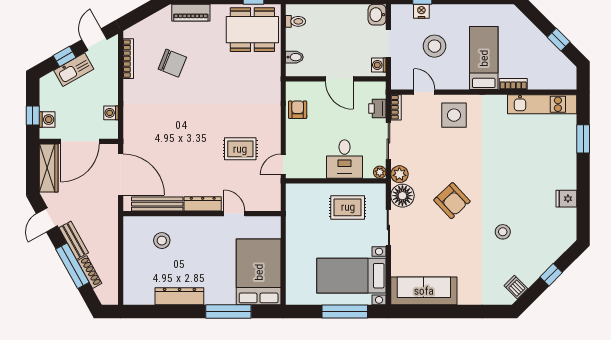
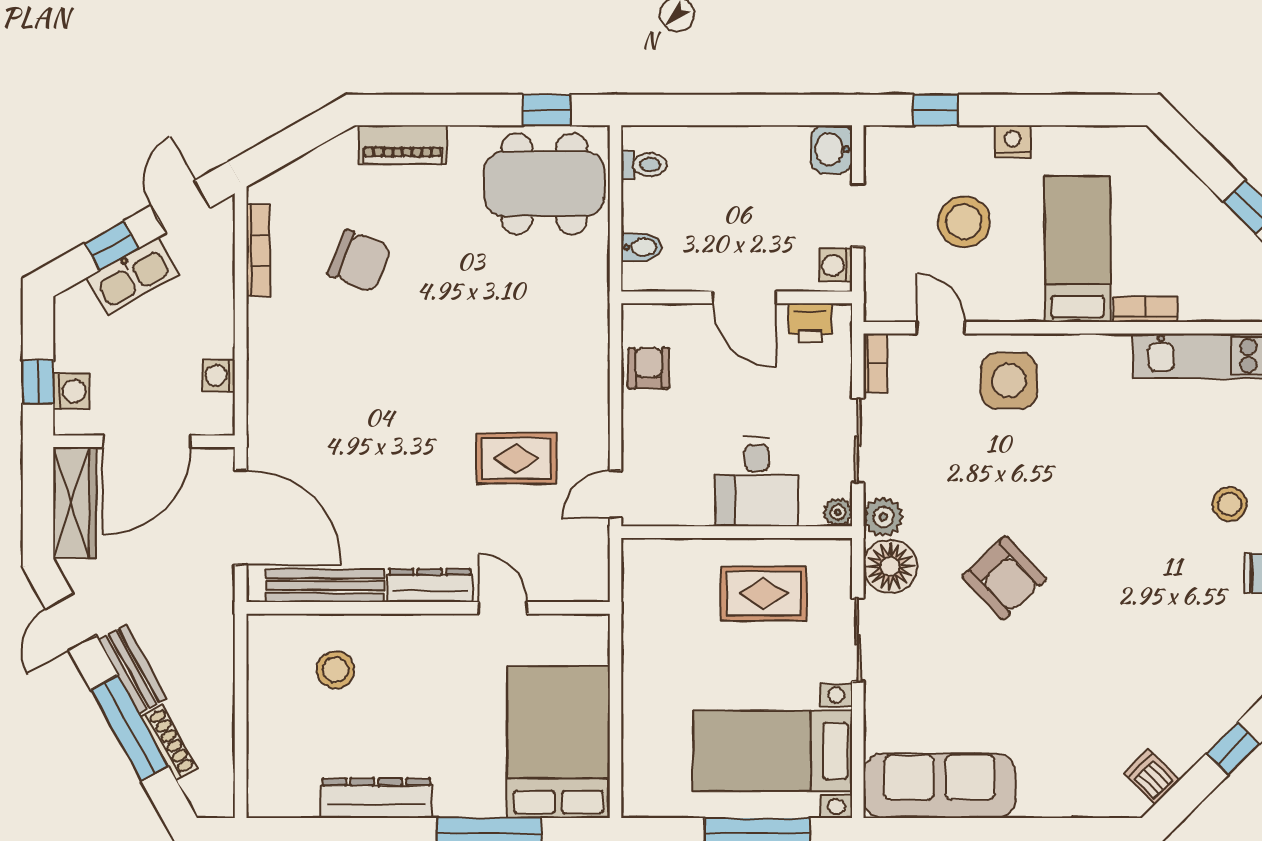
nightstand: (421, 11) -> (1013, 141), moved
printer: (377, 109) -> (810, 323), moved, turned -90
stool: (503, 232) -> (1230, 504), moved

